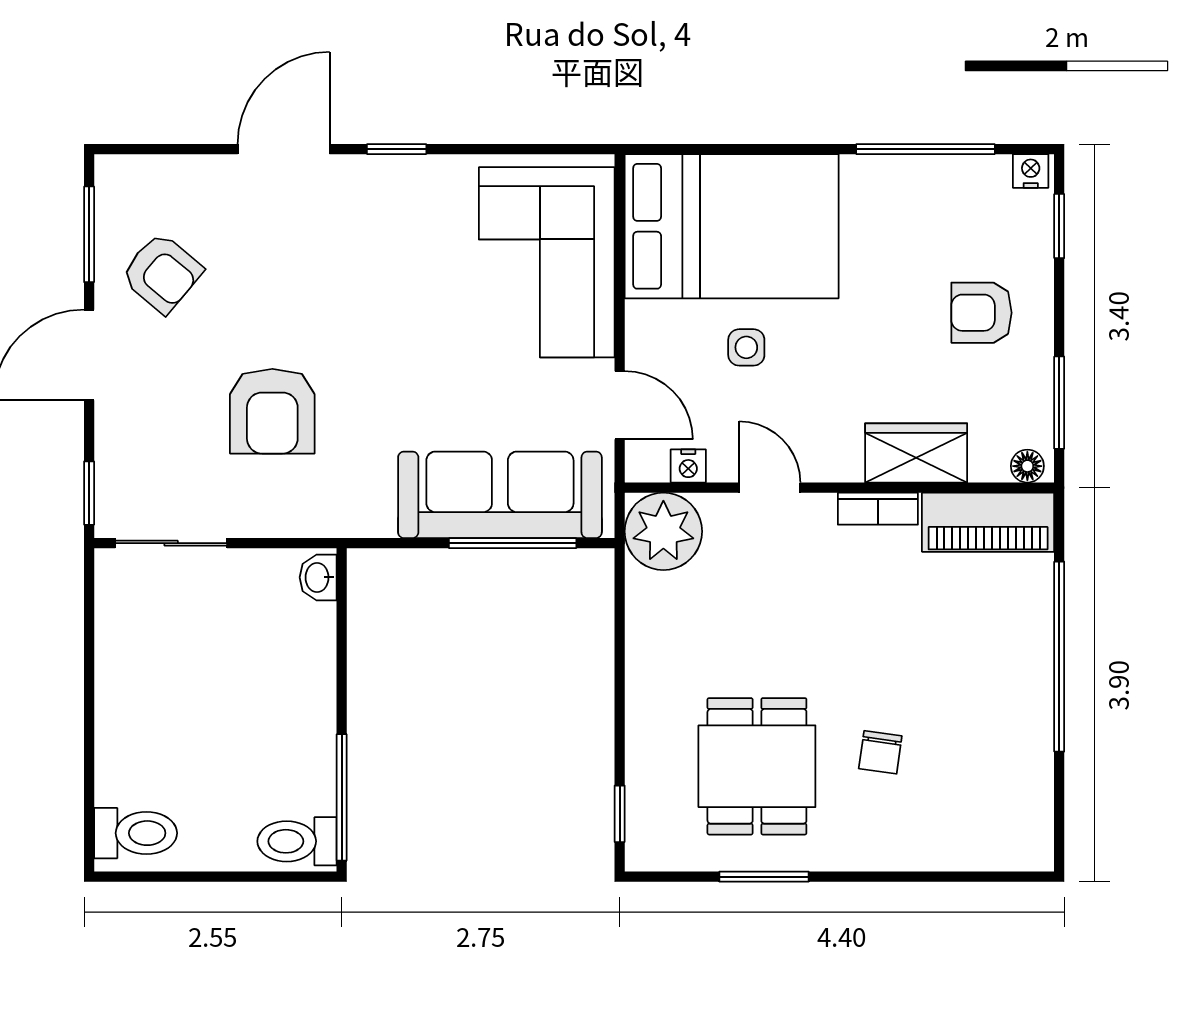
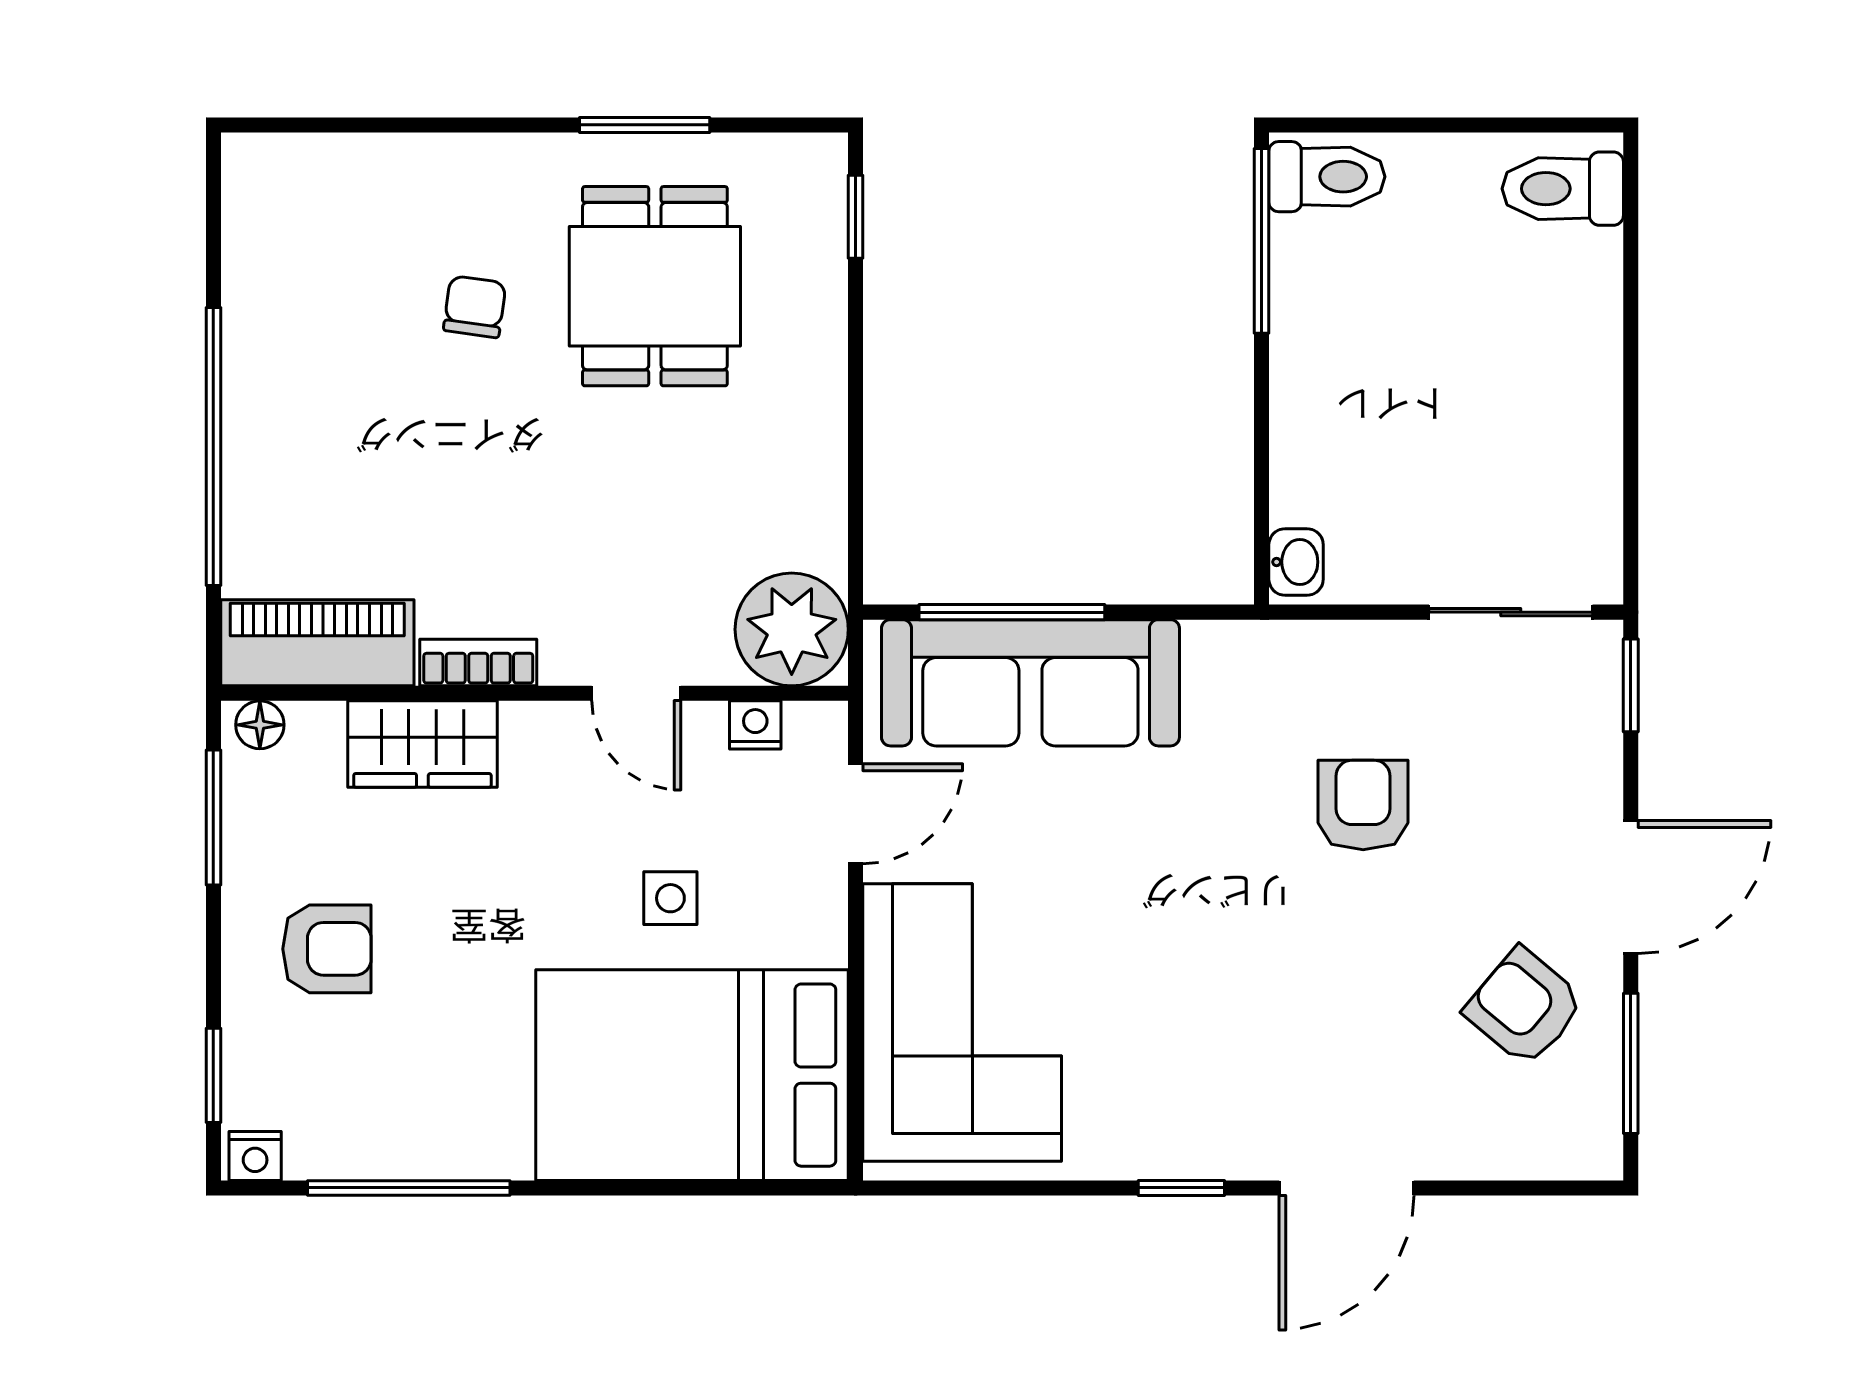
door: (620, 405) -> (856, 814), swing flipped
armchair: (272, 411) -> (1363, 805), width x0.72, depth x0.72

